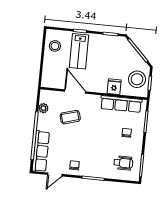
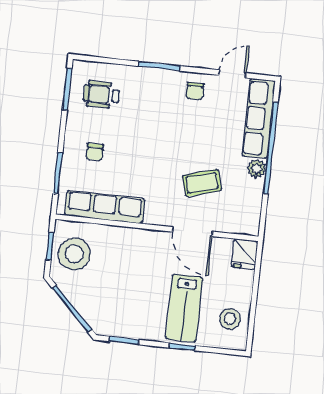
lab bench: (79, 51) -> (184, 308), turned 180
fridge: (114, 87) -> (245, 254), moved
plant: (43, 108) -> (257, 169), moved

